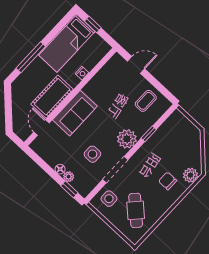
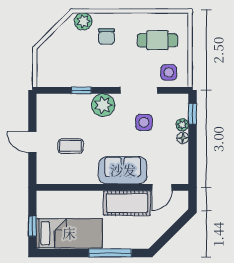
door: (136, 65) -> (32, 142), moved
nightstand: (82, 73) -> (83, 196), removed
coffee table: (146, 101) -> (71, 146), moved
cafe table: (136, 210) -> (157, 40), turned 47

